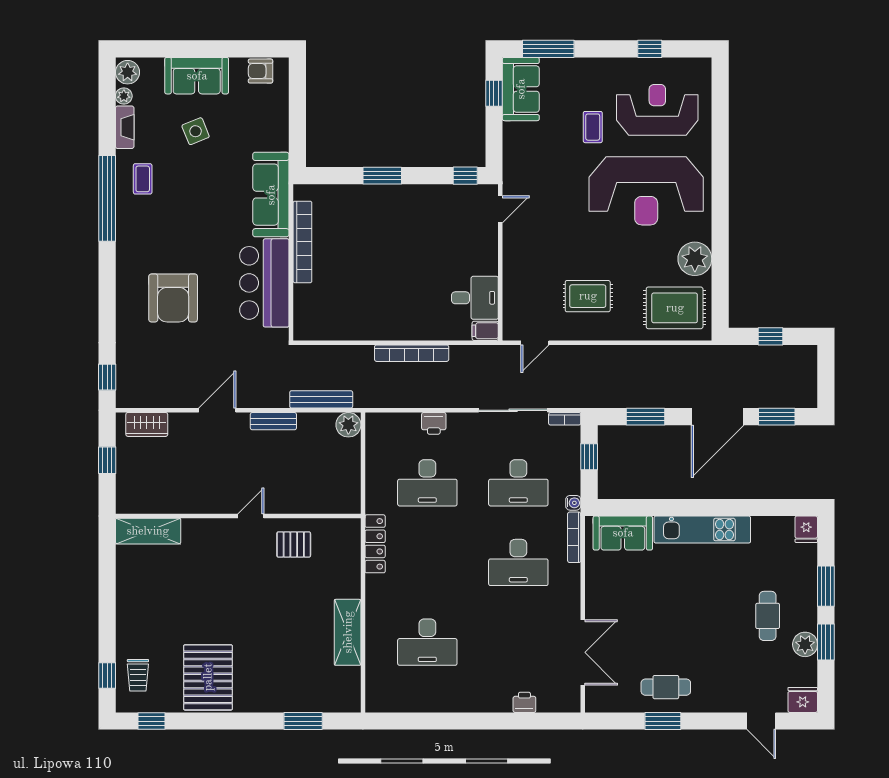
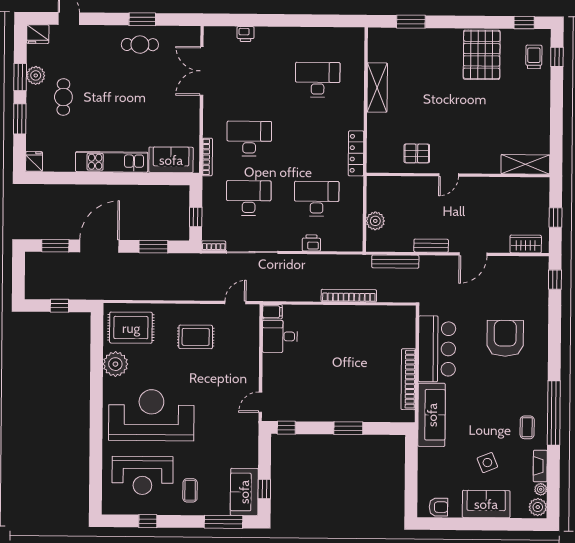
coffee table: (593, 127) -> (190, 490), moved
bookcase: (412, 353) -> (349, 296), moved
plant: (348, 425) -> (375, 221), moved
water cooler: (573, 503) -> (208, 183), removed

